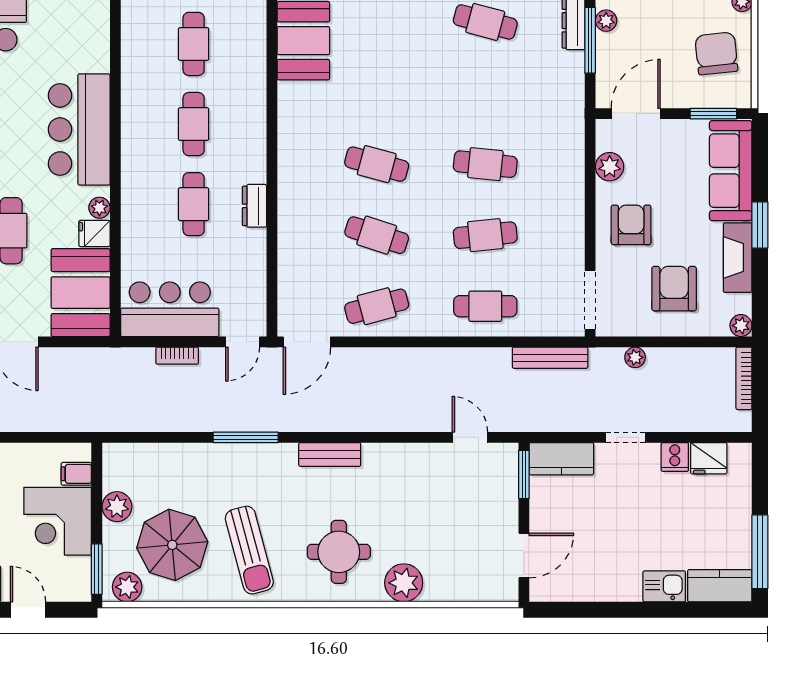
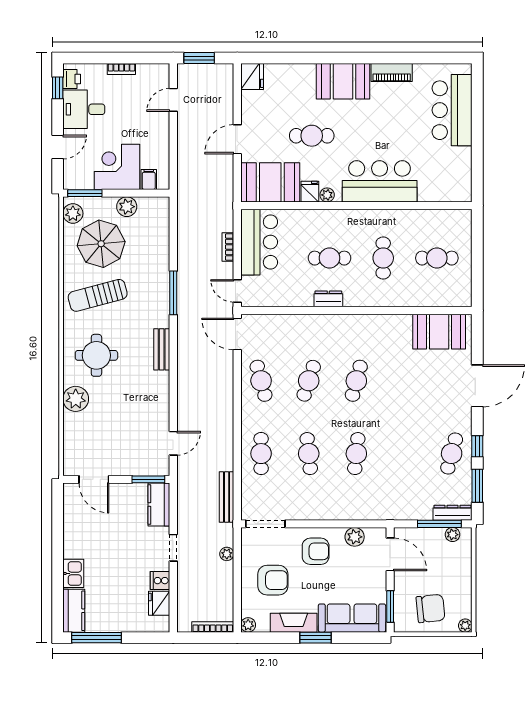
cafe table: (194, 124) -> (383, 258), turned 90

